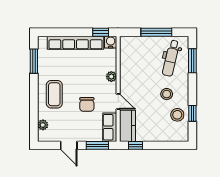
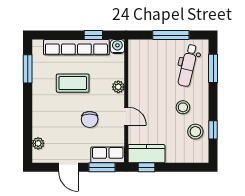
window: (101, 32) -> (93, 35), moved
coffee table: (54, 94) -> (73, 83), moved, turned 90
kitchen counter: (128, 126) -> (146, 154), moved, turned -90
row of seats: (110, 127) -> (108, 155), moved, turned 90

